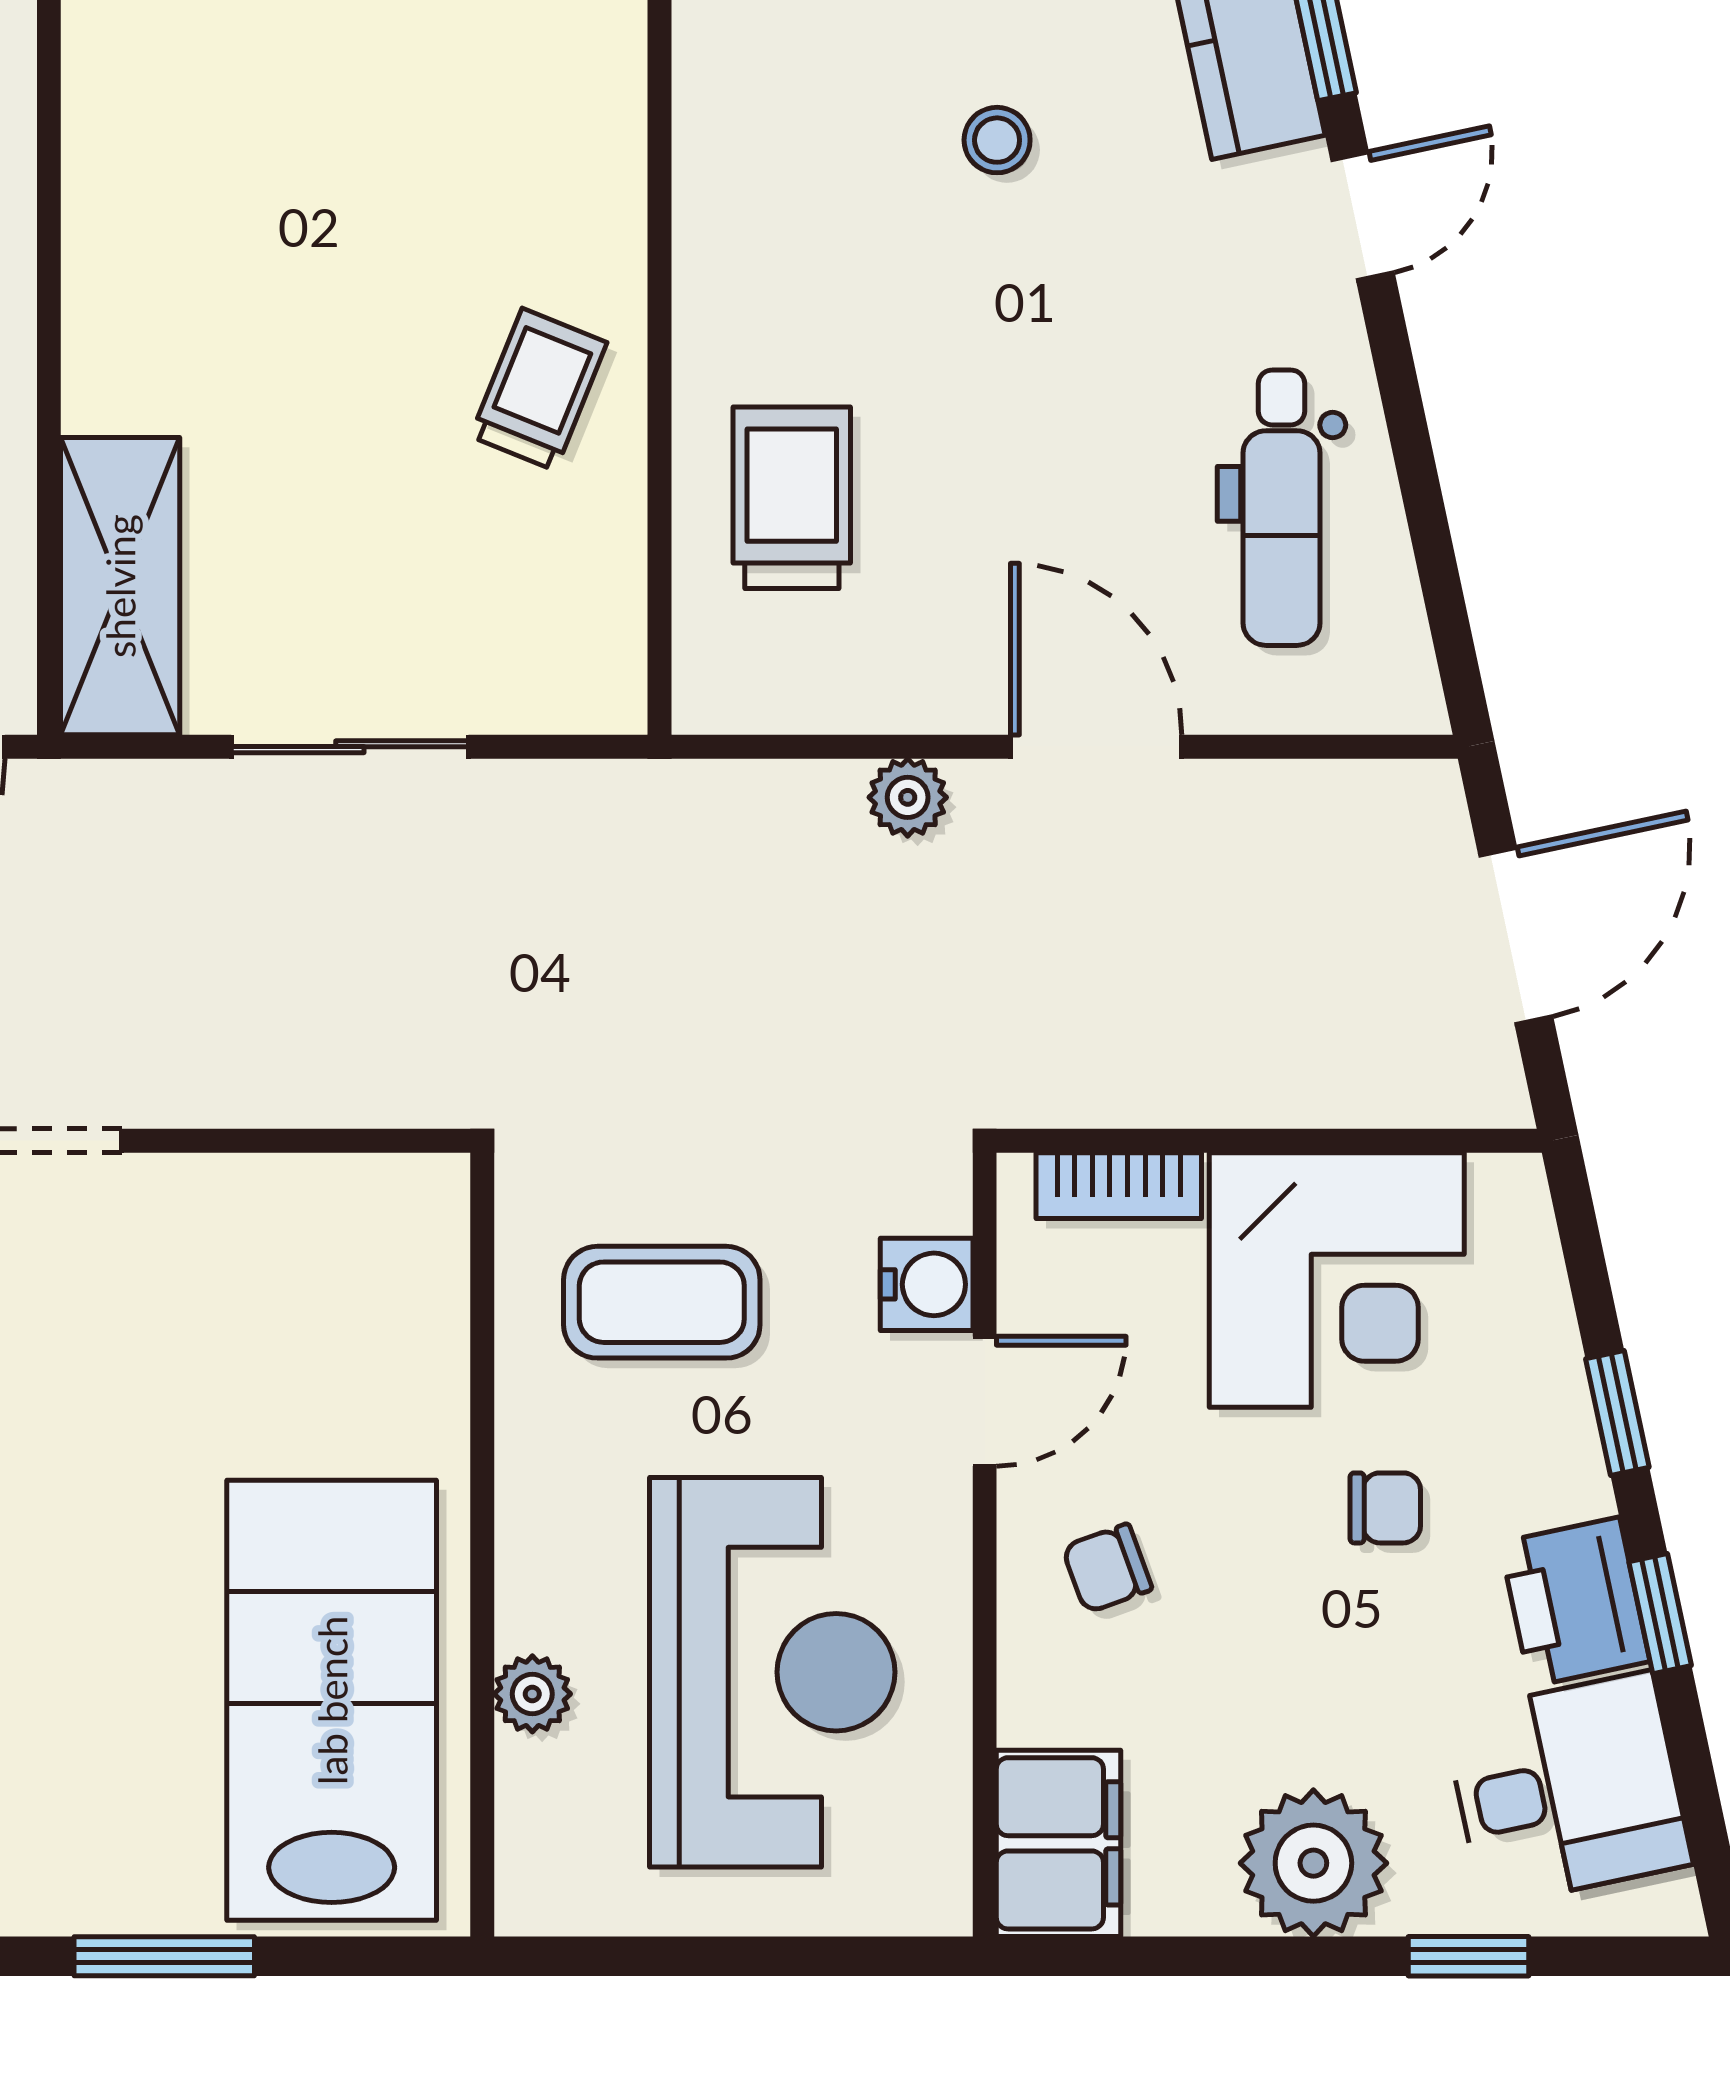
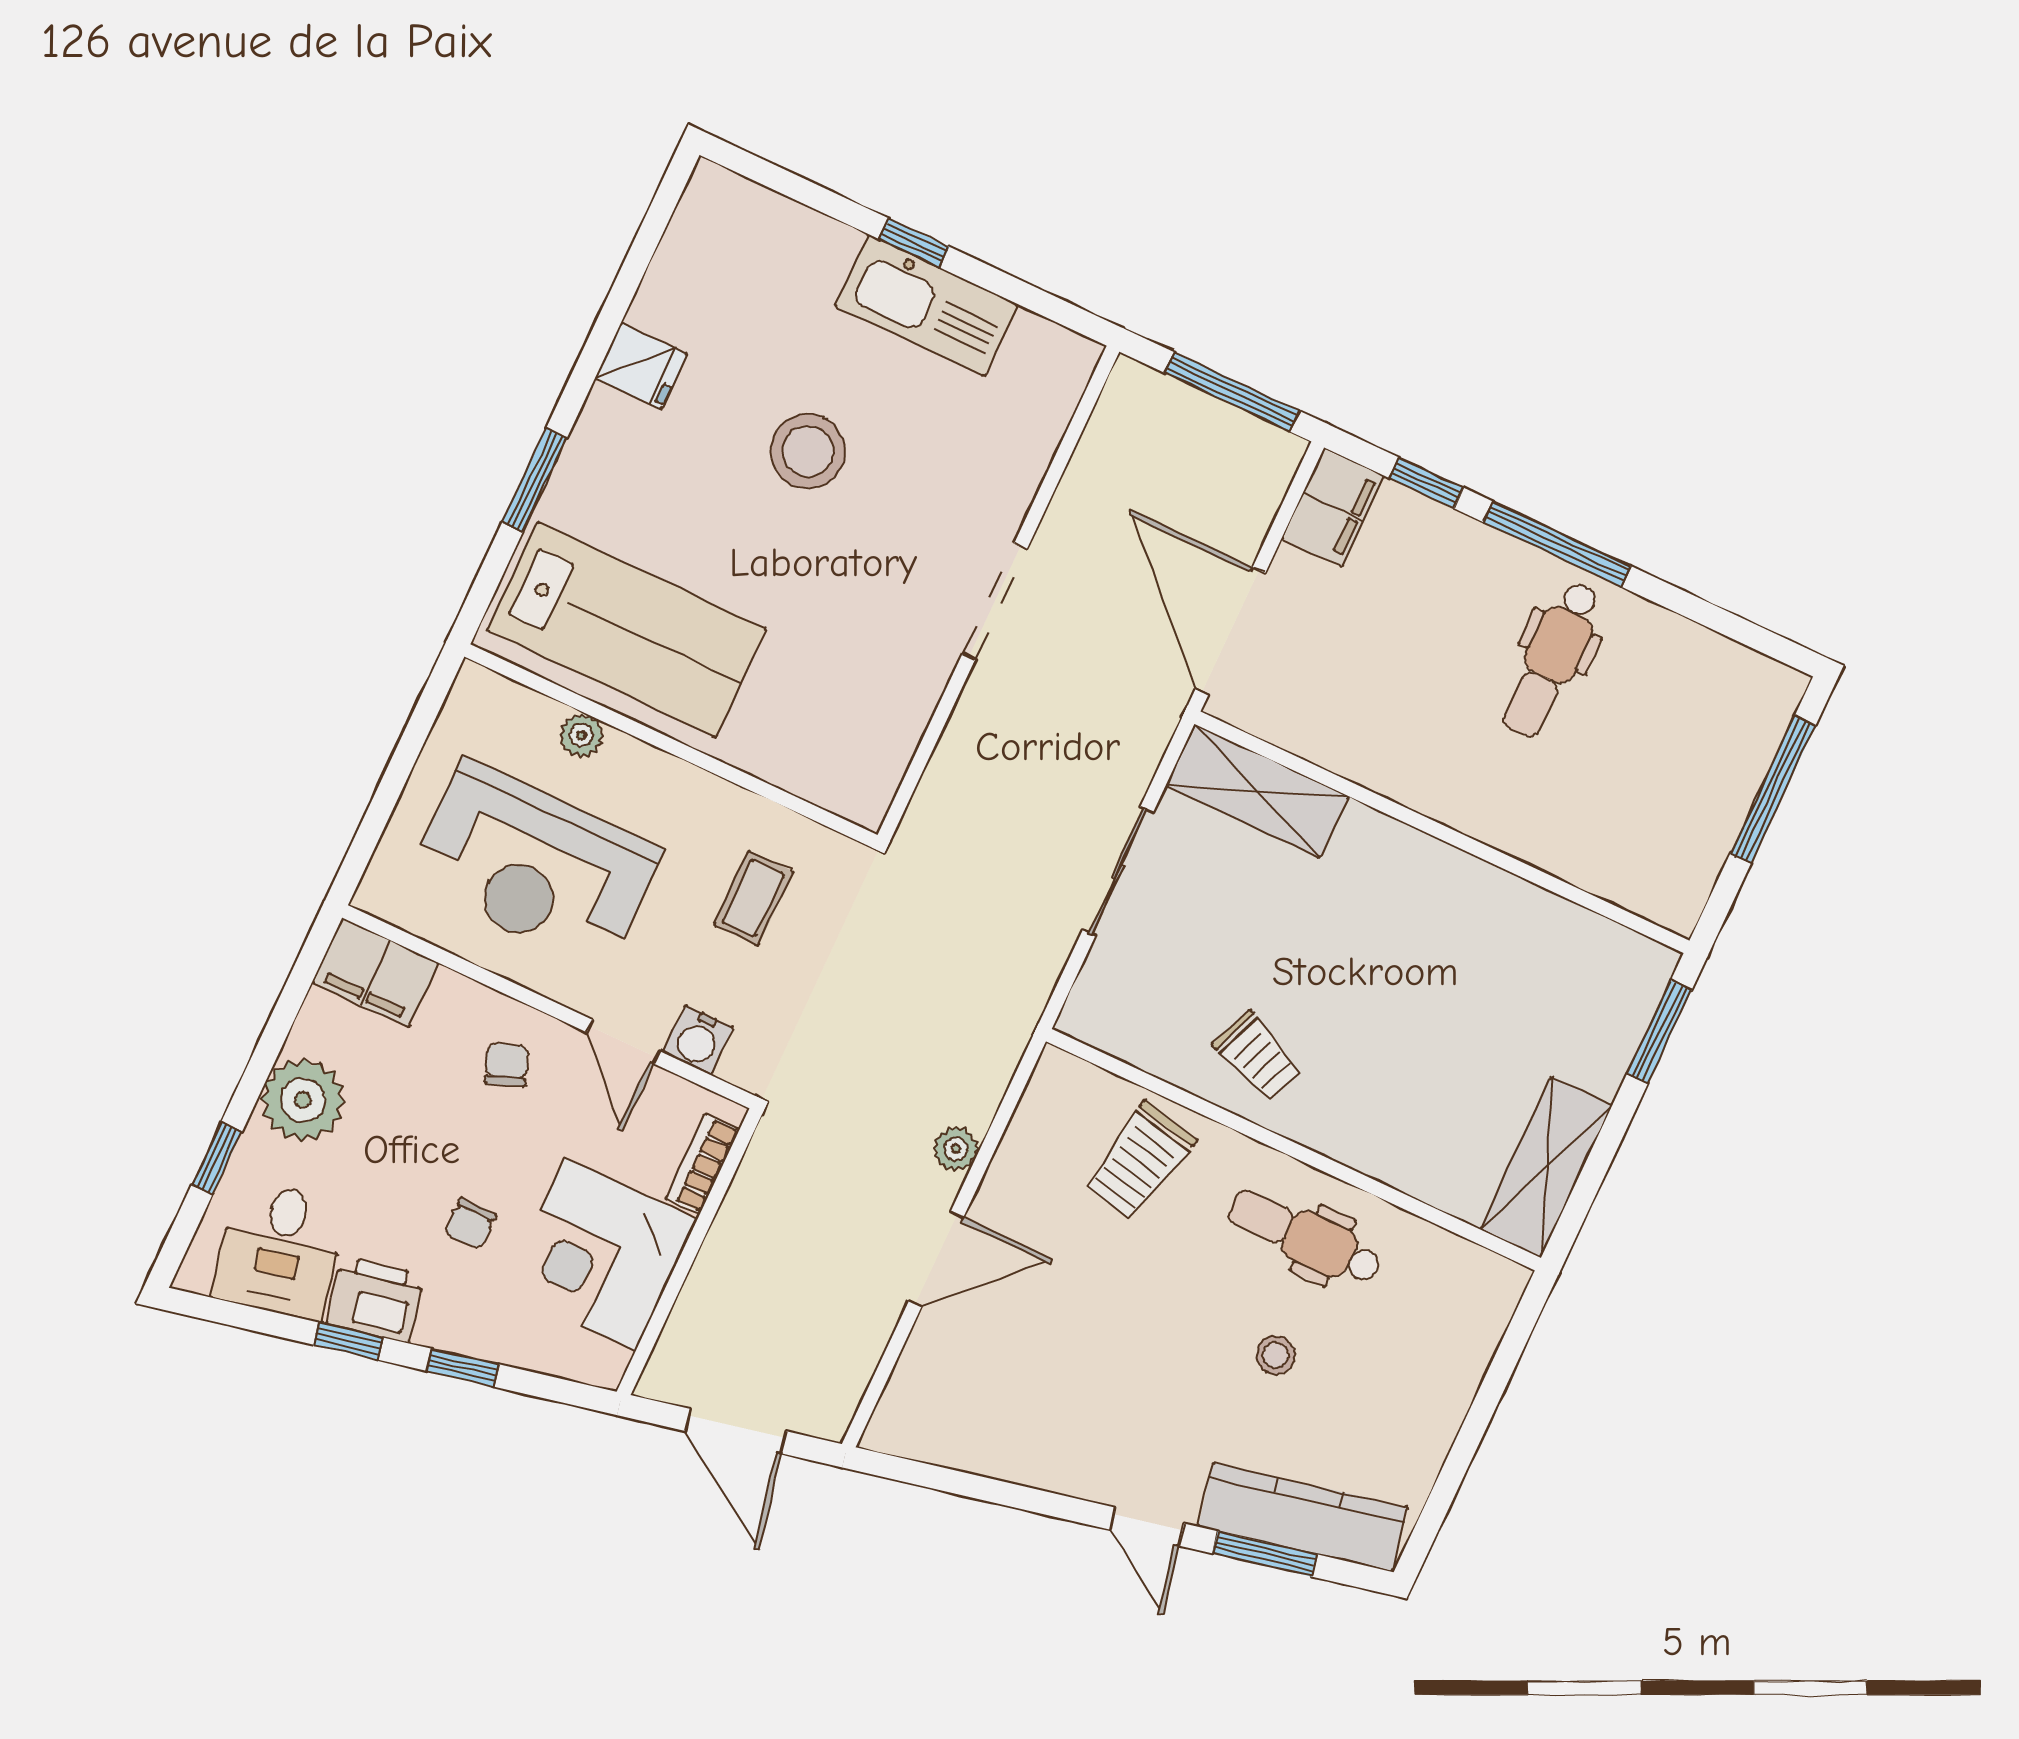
trolley: (792, 498) -> (1140, 1161), turned 102
dental chair: (1281, 508) -> (1305, 1237), moved
coffee table: (662, 1302) -> (753, 898), width x0.73, depth x0.77

